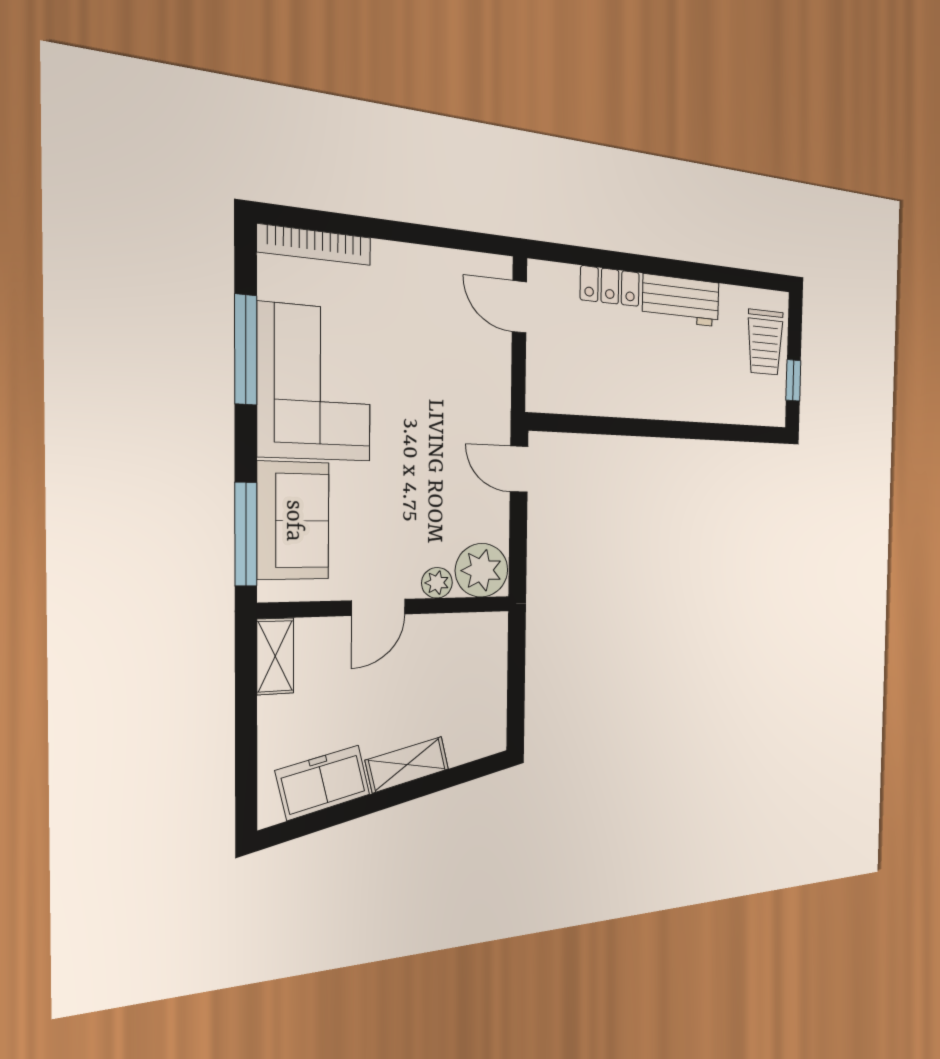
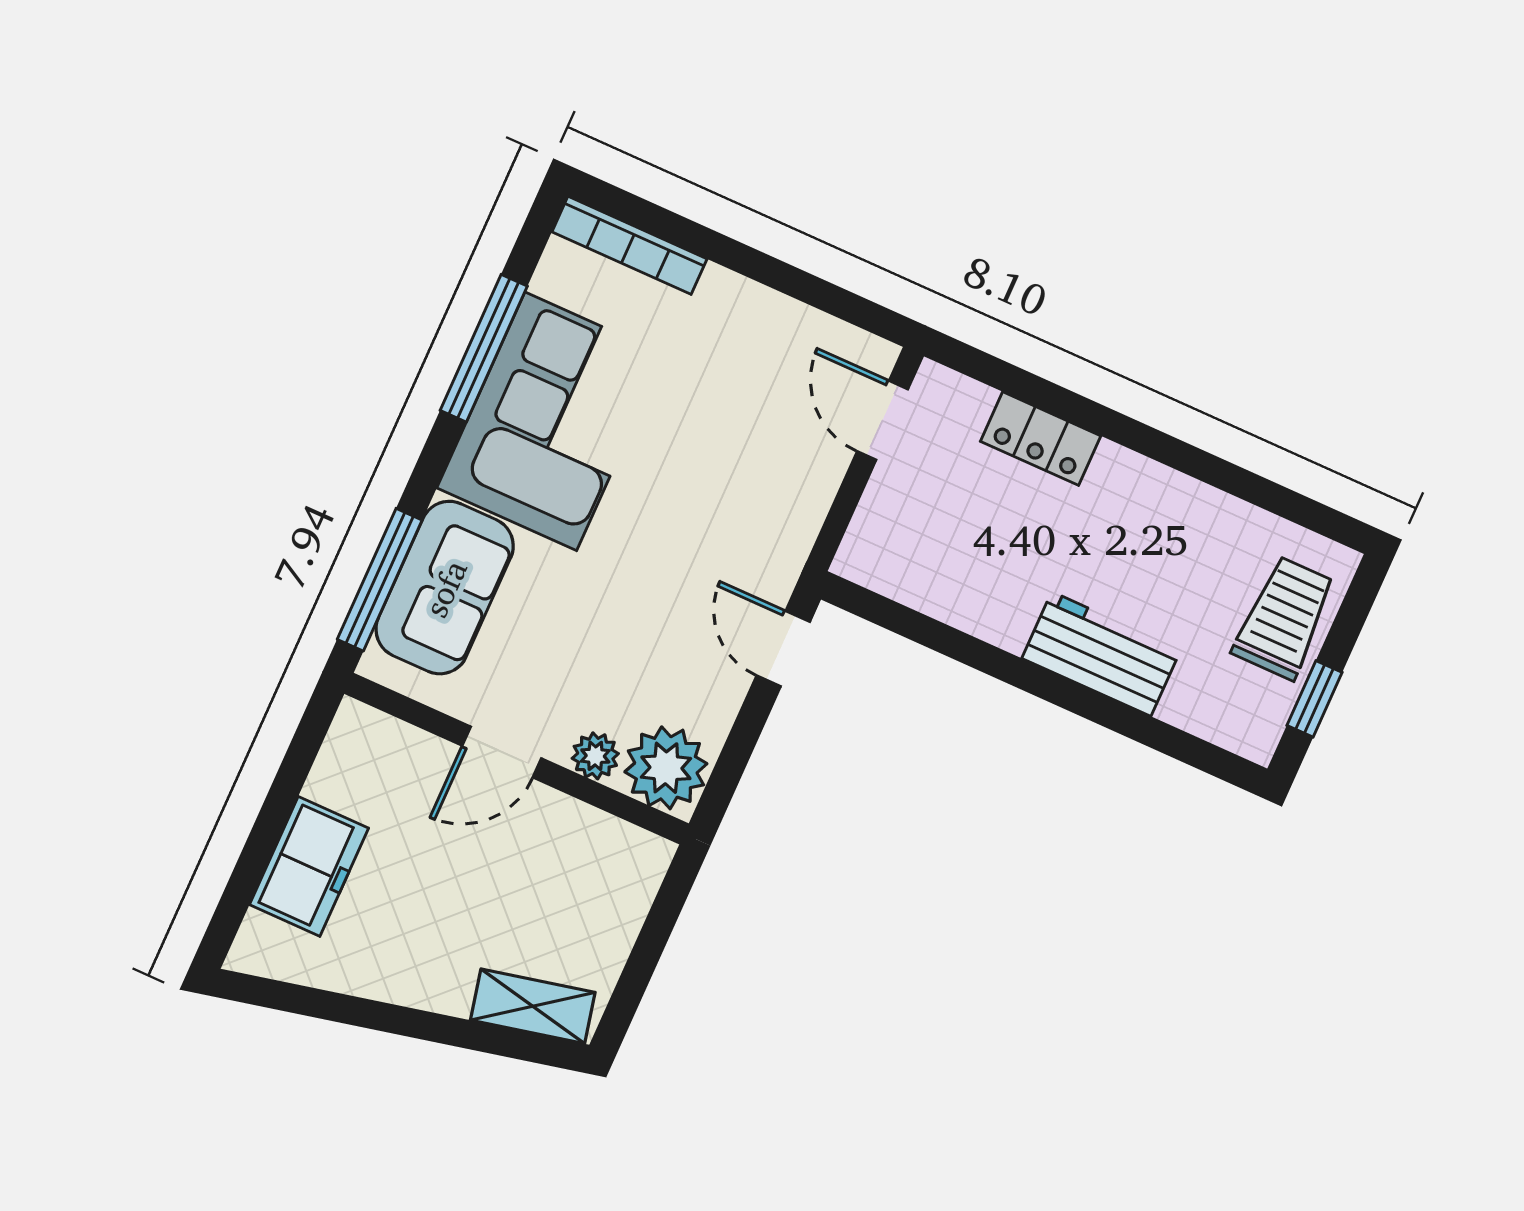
workbench: (681, 300) -> (1101, 654), moved, turned 180
trolley: (765, 342) -> (1284, 618), turned 180
shelving: (275, 656) -> (344, 753), removed
shelving: (407, 765) -> (533, 1006), moved
freezer: (323, 783) -> (309, 866), moved, turned 103

